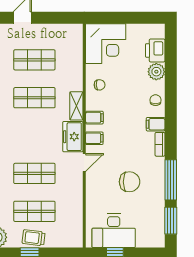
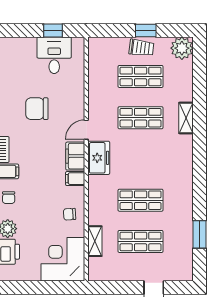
shelving: (76, 106) -> (95, 241), moved
filing cabinet: (94, 138) -> (75, 156), width x2.00
desk: (114, 231) -> (54, 55), width x0.73

